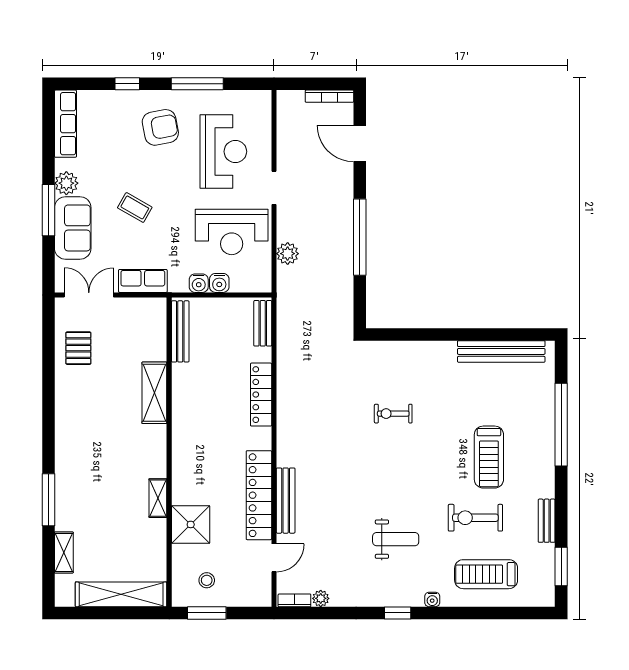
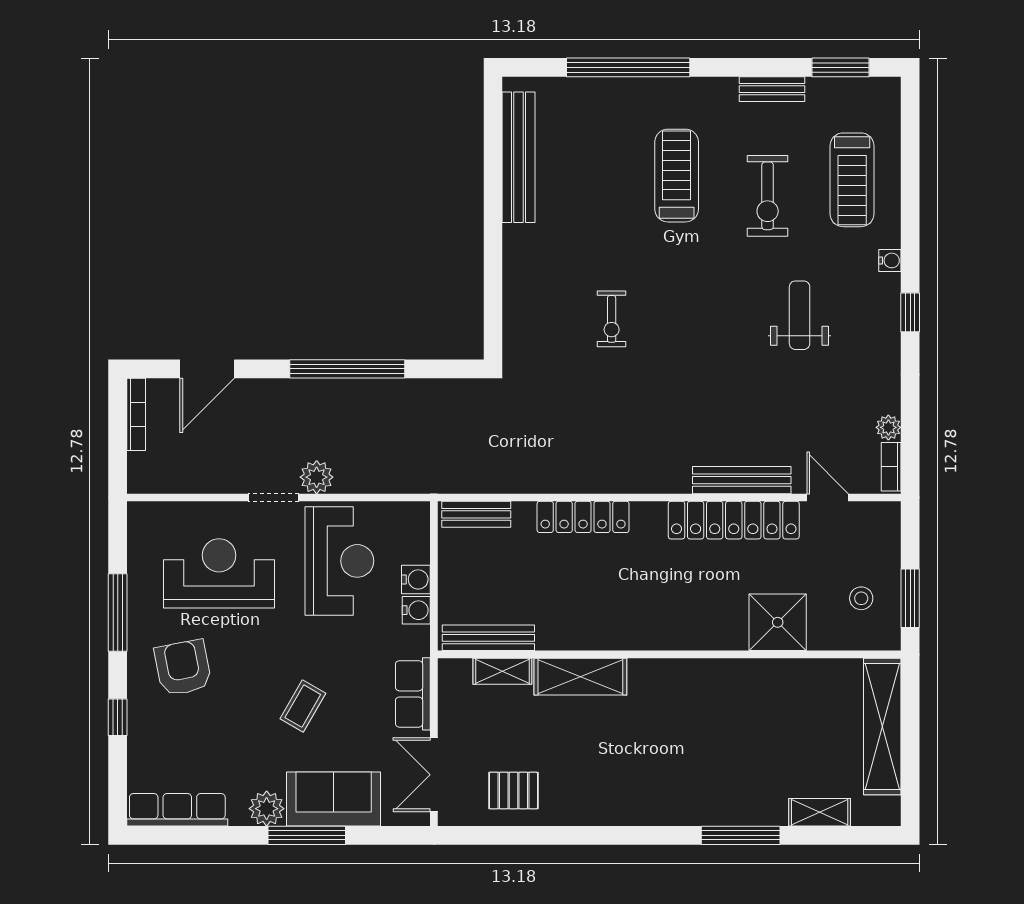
plant: (288, 254) -> (317, 477), moved
treadmill: (489, 457) -> (677, 176), turned -90
shelving: (158, 498) -> (502, 671), moved

